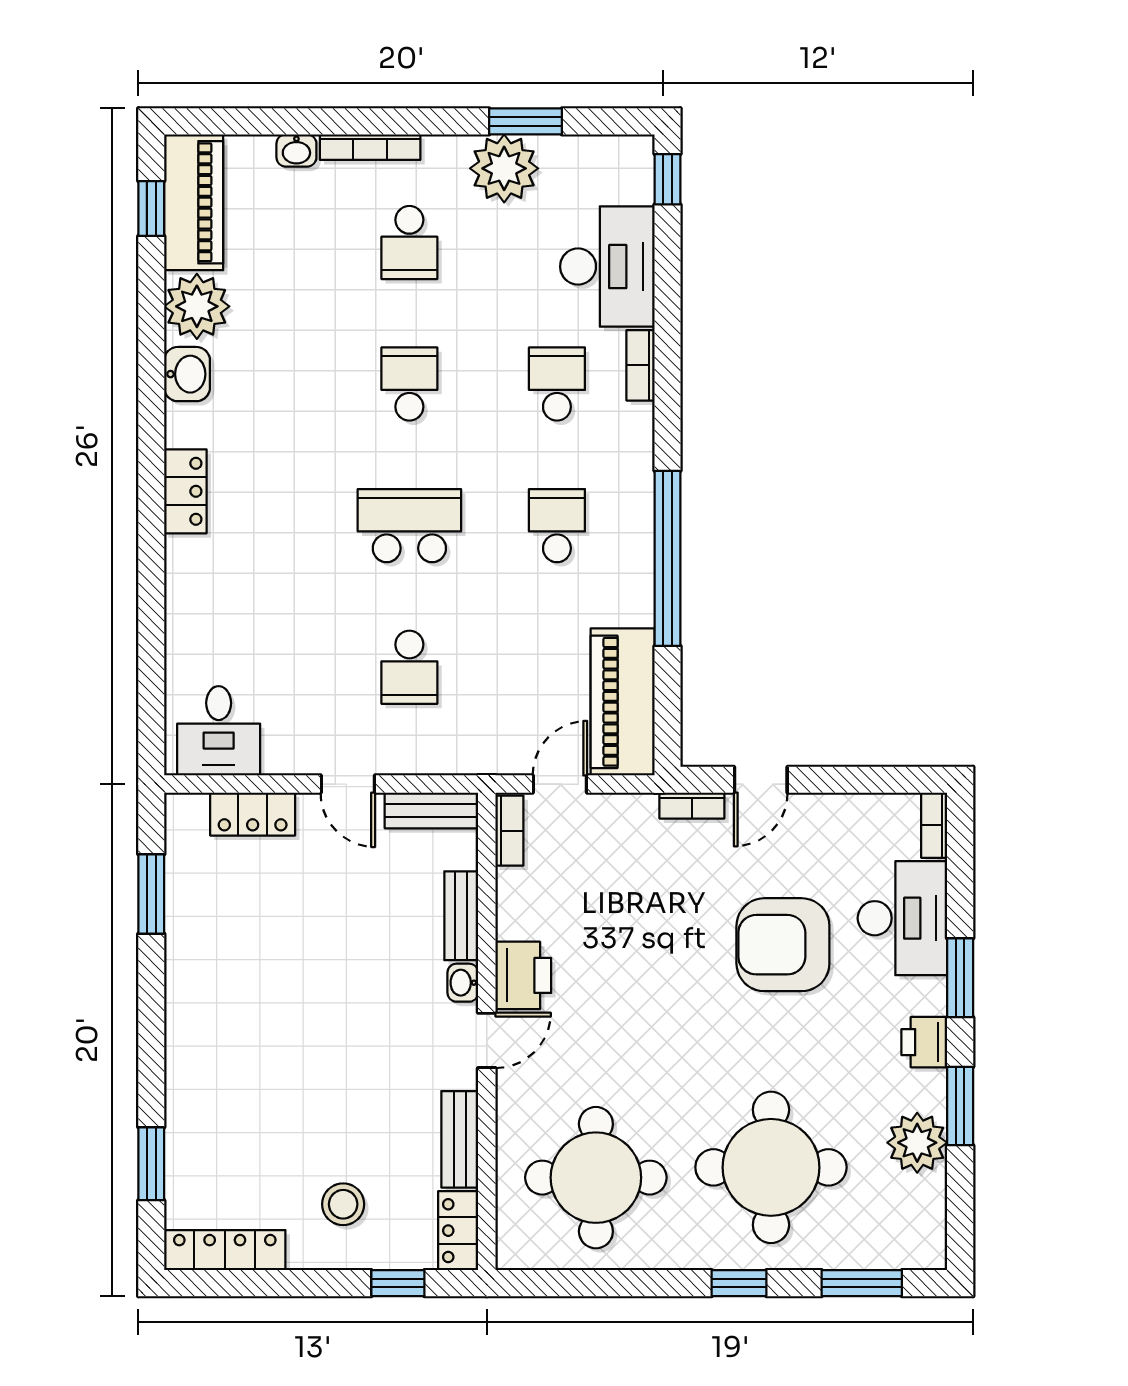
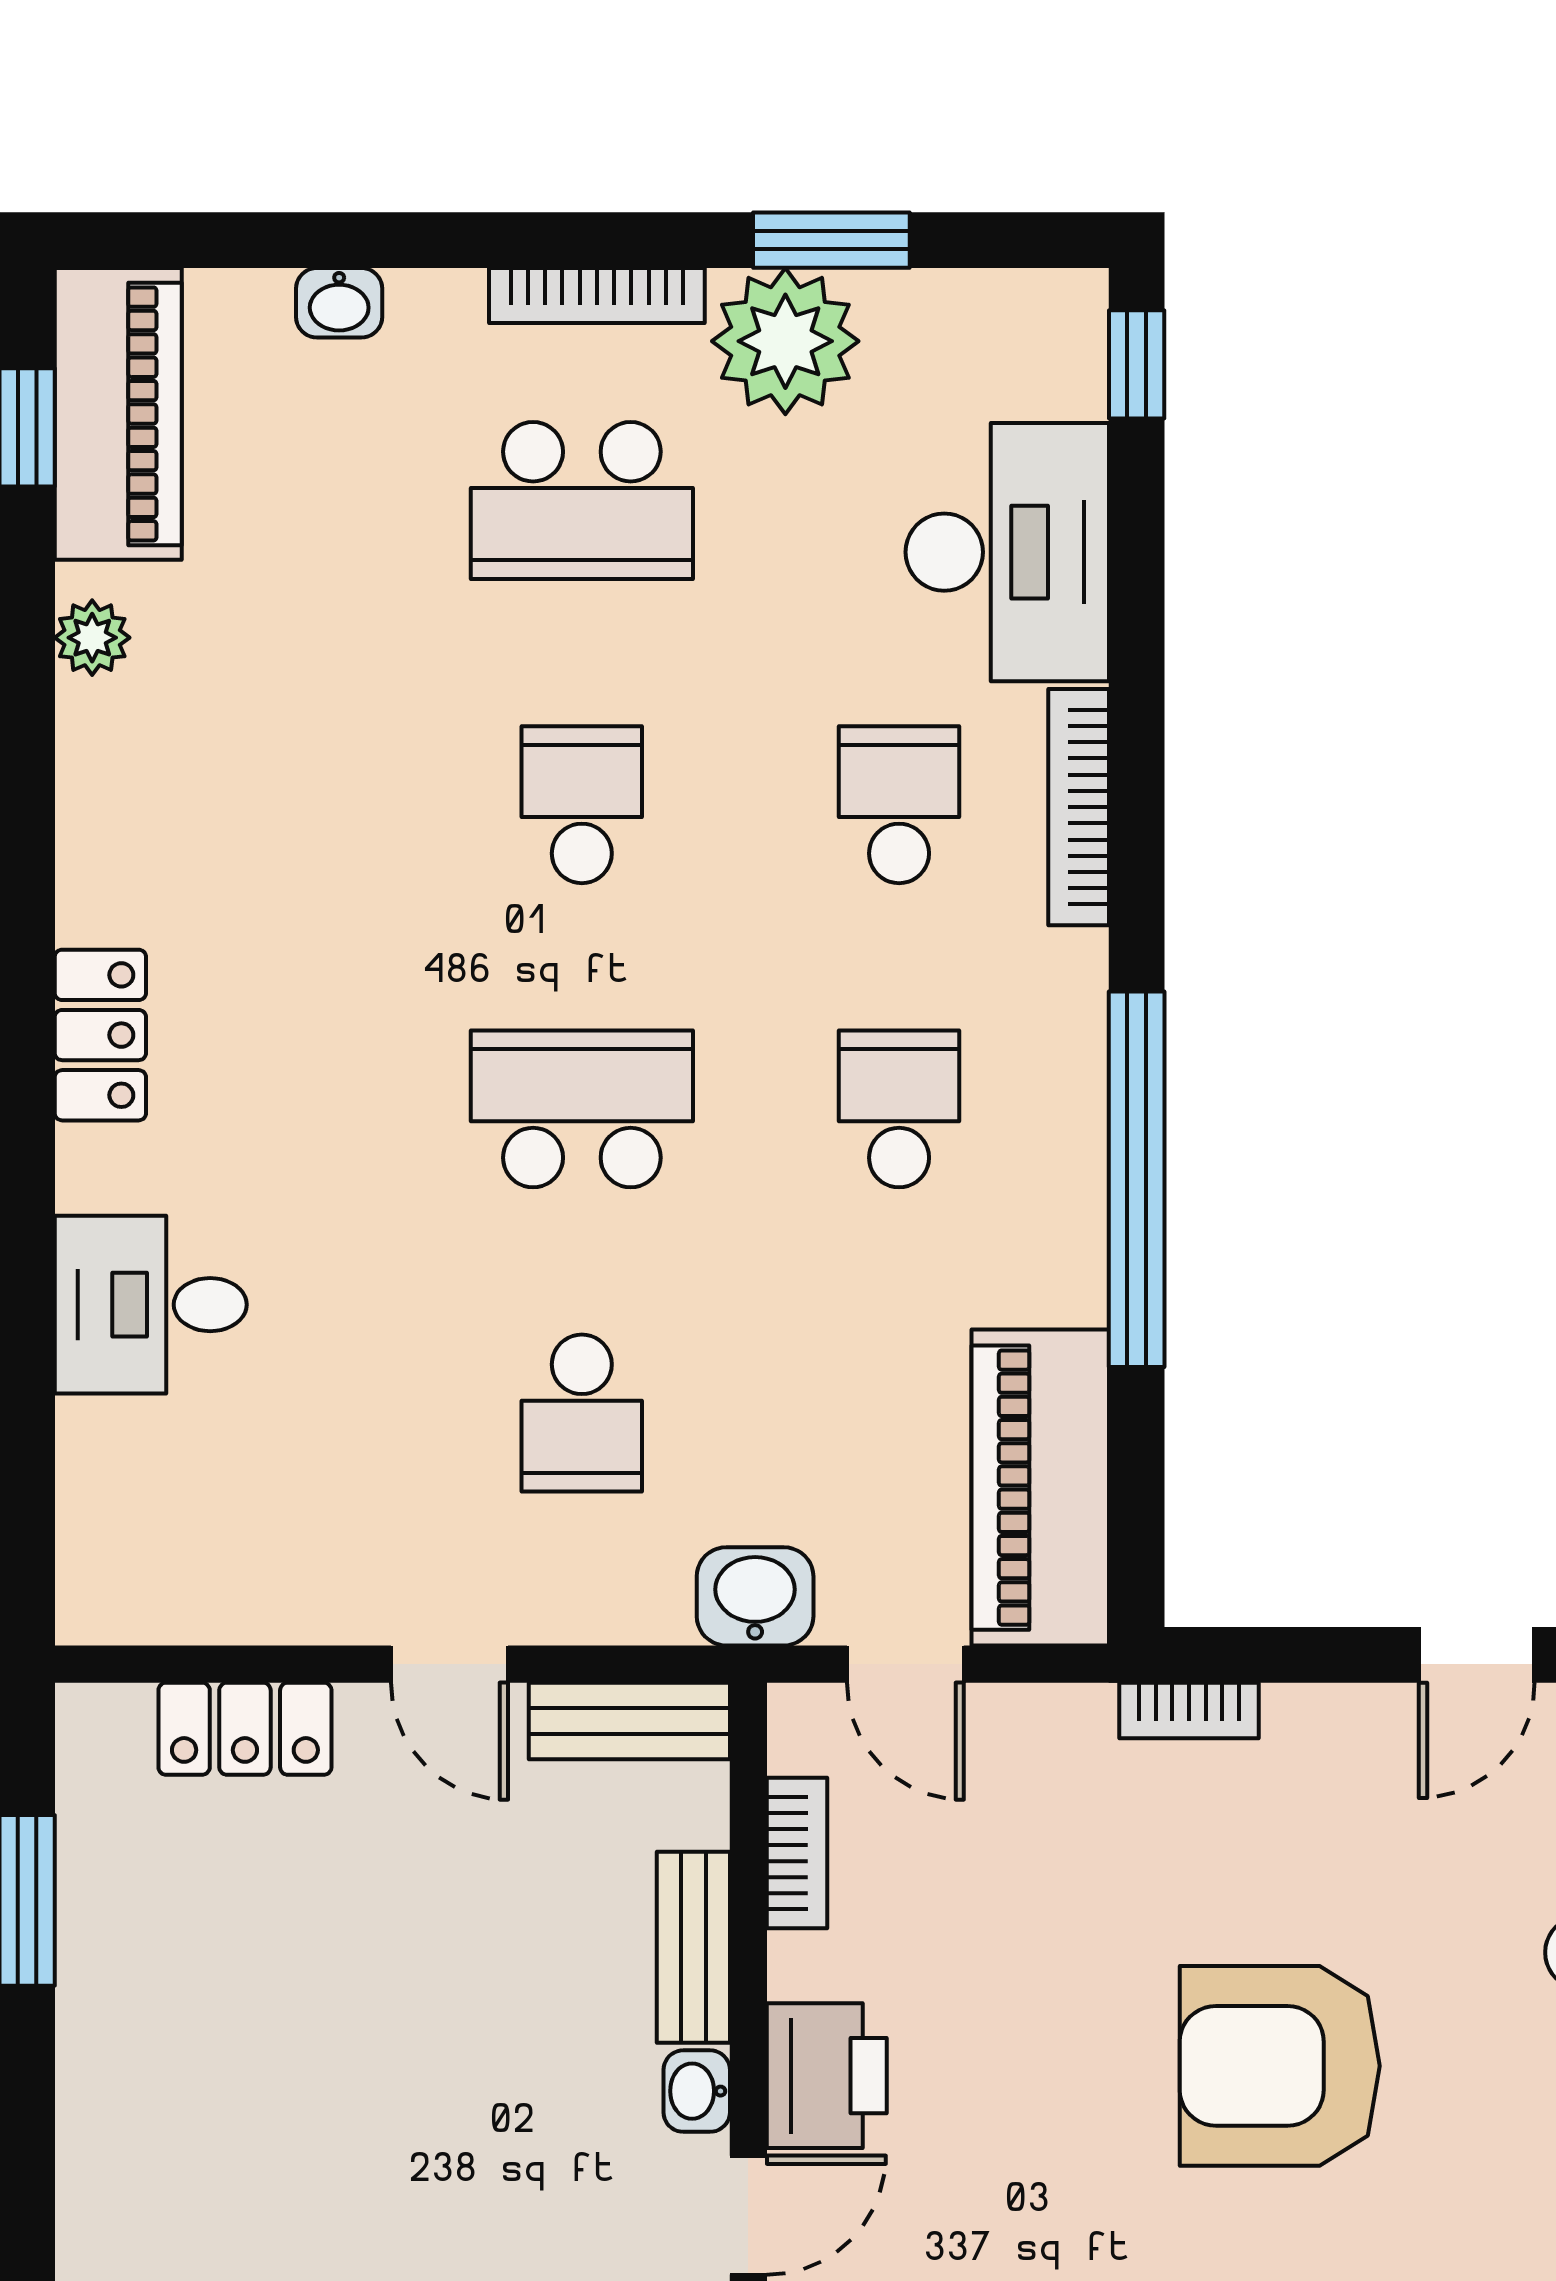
bookcase: (370, 147) -> (597, 295), moved
school desk: (409, 243) -> (582, 500), width x1.85
plant: (197, 306) -> (92, 638), width x0.53, depth x0.53
bookcase: (641, 365) -> (1079, 807), width x1.56
washbasin: (187, 374) -> (755, 1596), moved, turned -90
desk: (219, 731) -> (151, 1305), moved, turned 90
door: (761, 780) -> (1477, 1655), moved
door: (560, 784) -> (905, 1664), swing flipped
bookcase: (509, 831) -> (797, 1853), moved
armchair: (783, 945) -> (1280, 2066), moved

